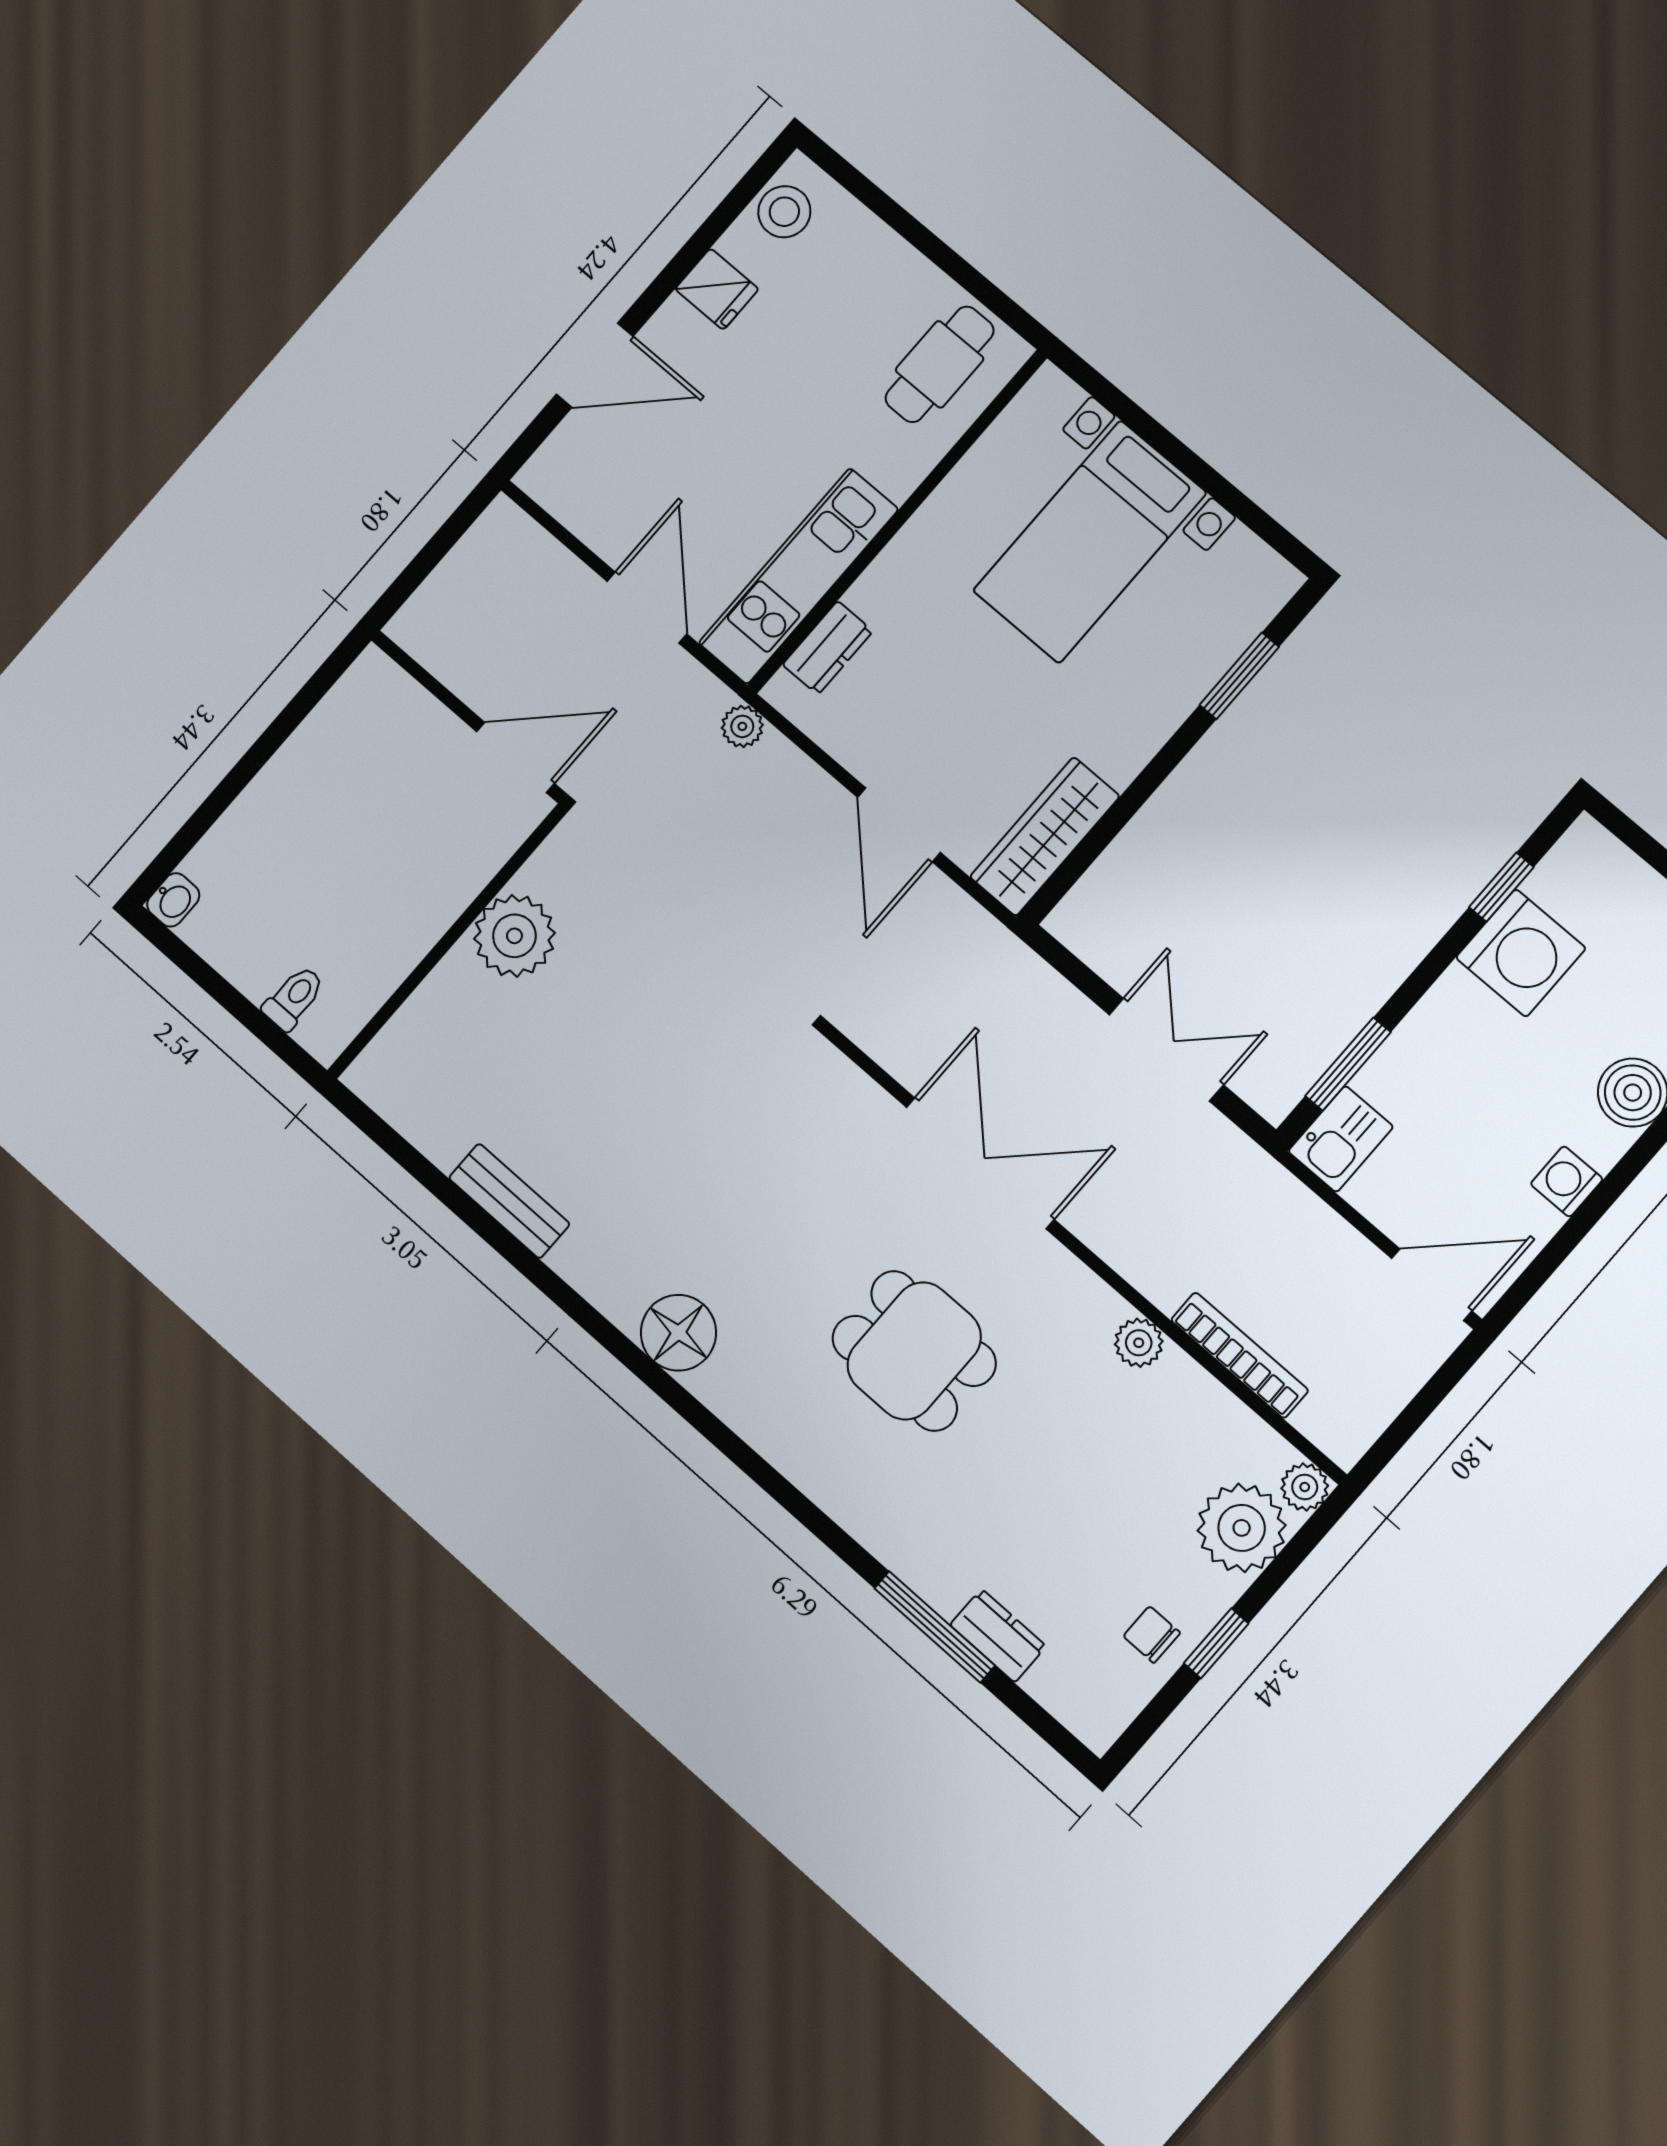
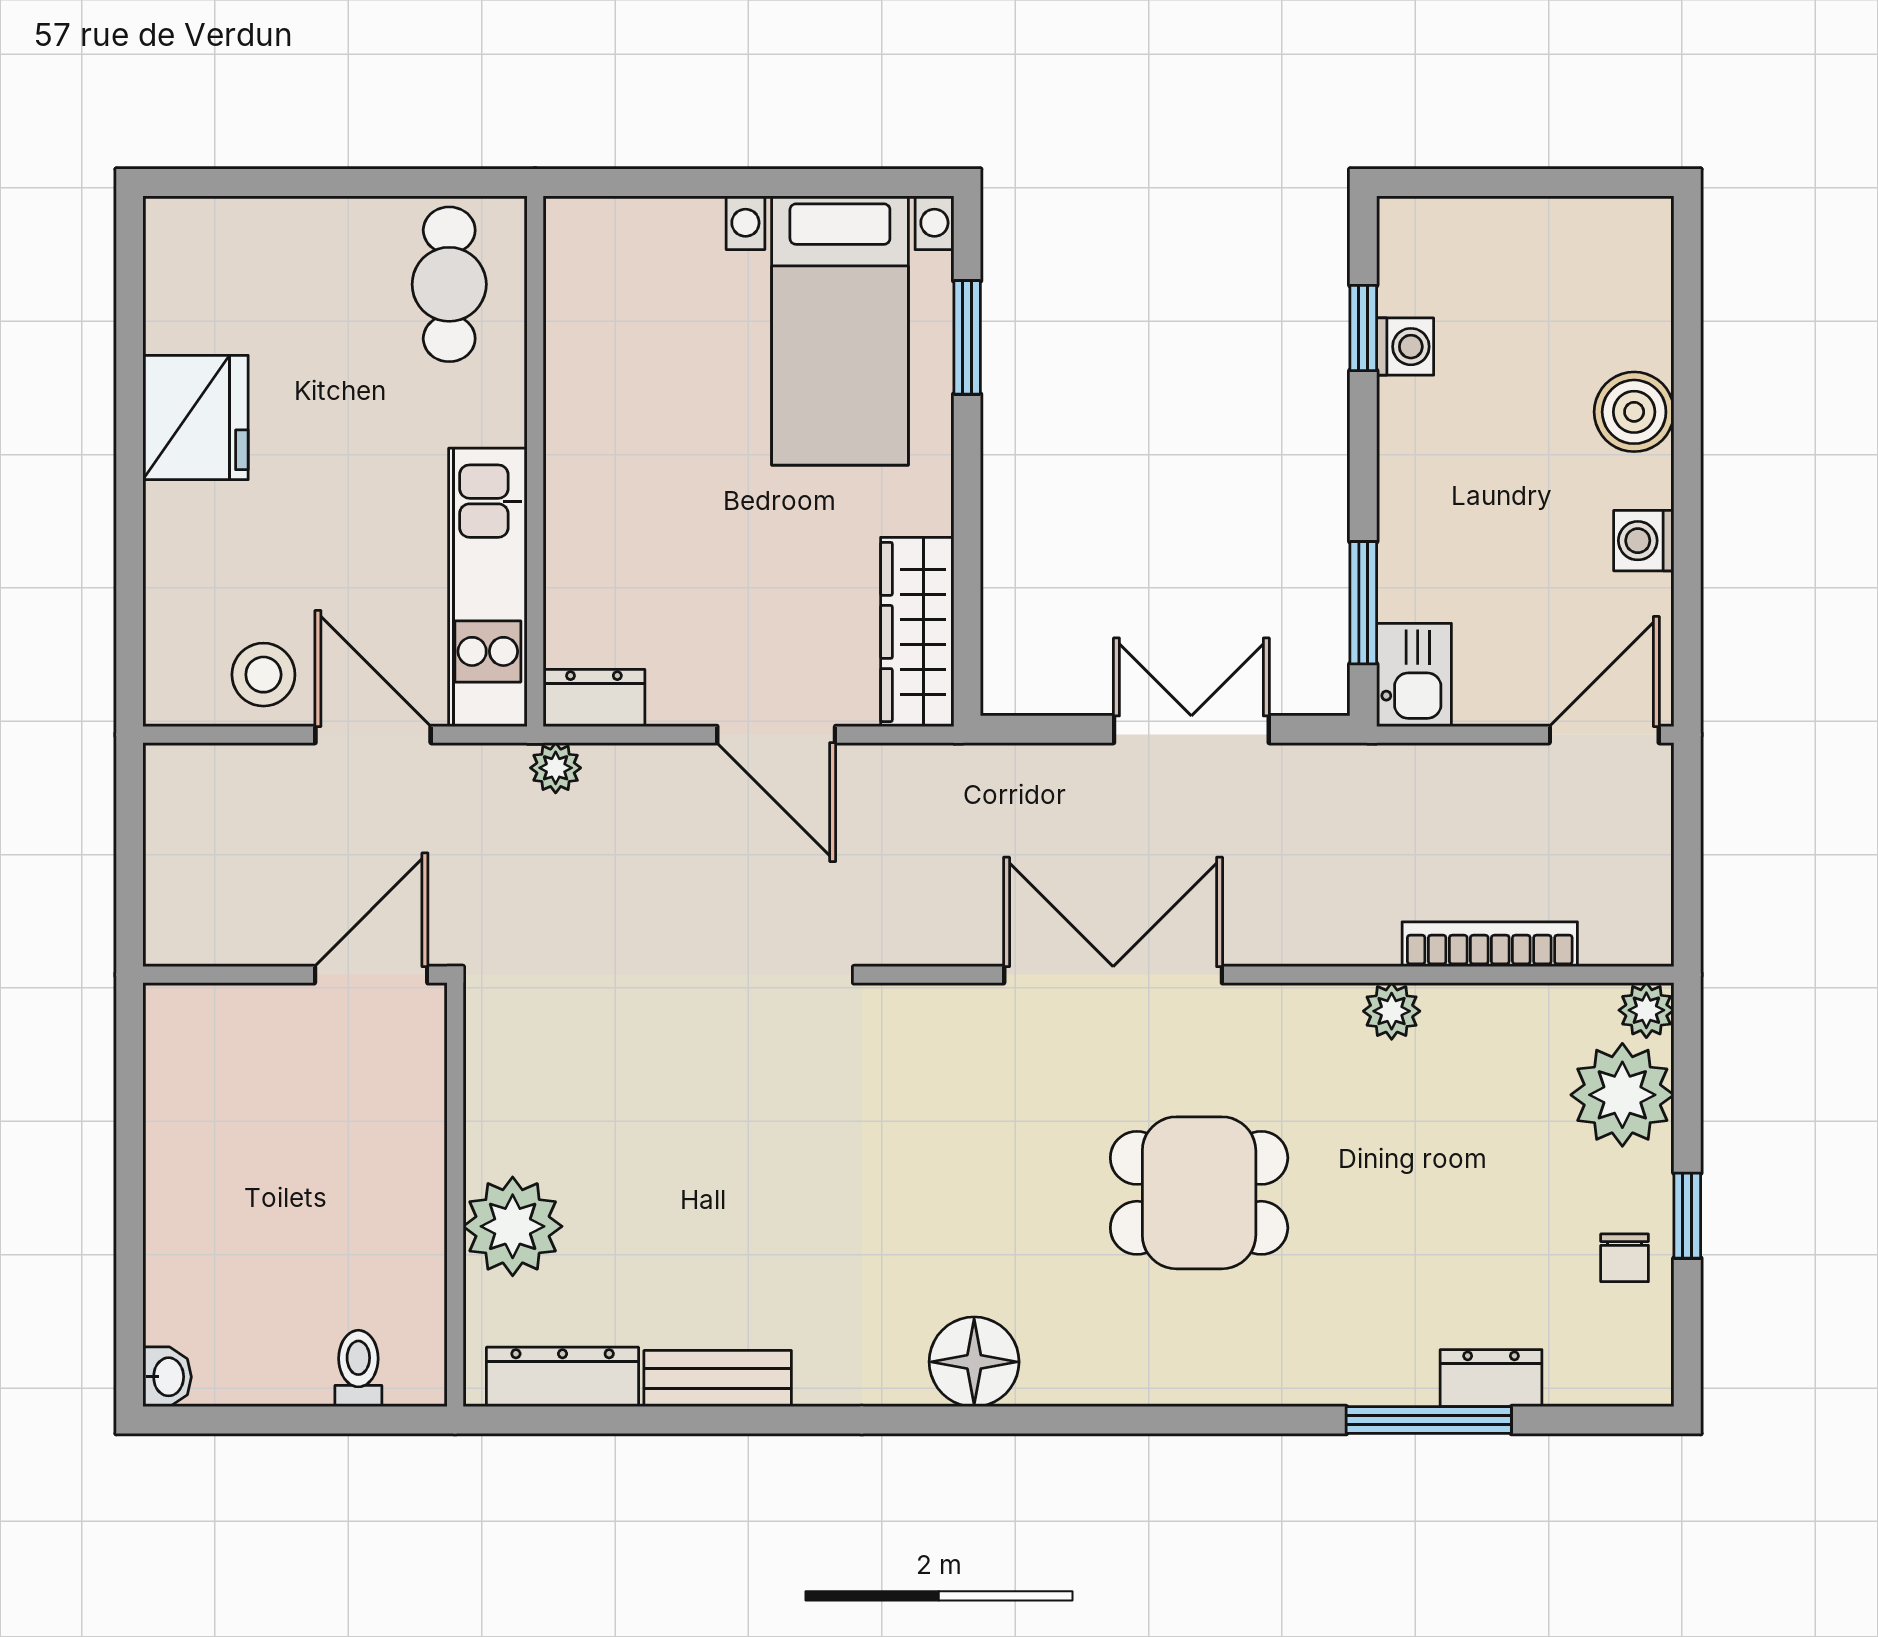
stool: (784, 212) -> (263, 675), moved
fridge: (717, 289) -> (196, 418), width x1.88, depth x1.34
door: (595, 365) -> (130, 554), removed
bed with nightstands: (1090, 542) -> (840, 331), moved
dresser: (828, 648) -> (594, 698), moved, turned -90
plant: (514, 936) -> (513, 1226), moved
washing machine: (1521, 953) -> (1405, 347), width x0.53, depth x0.53
dresser: (414, 1115) -> (563, 1377), added
chair: (1152, 1635) -> (1625, 1258), turned -90

